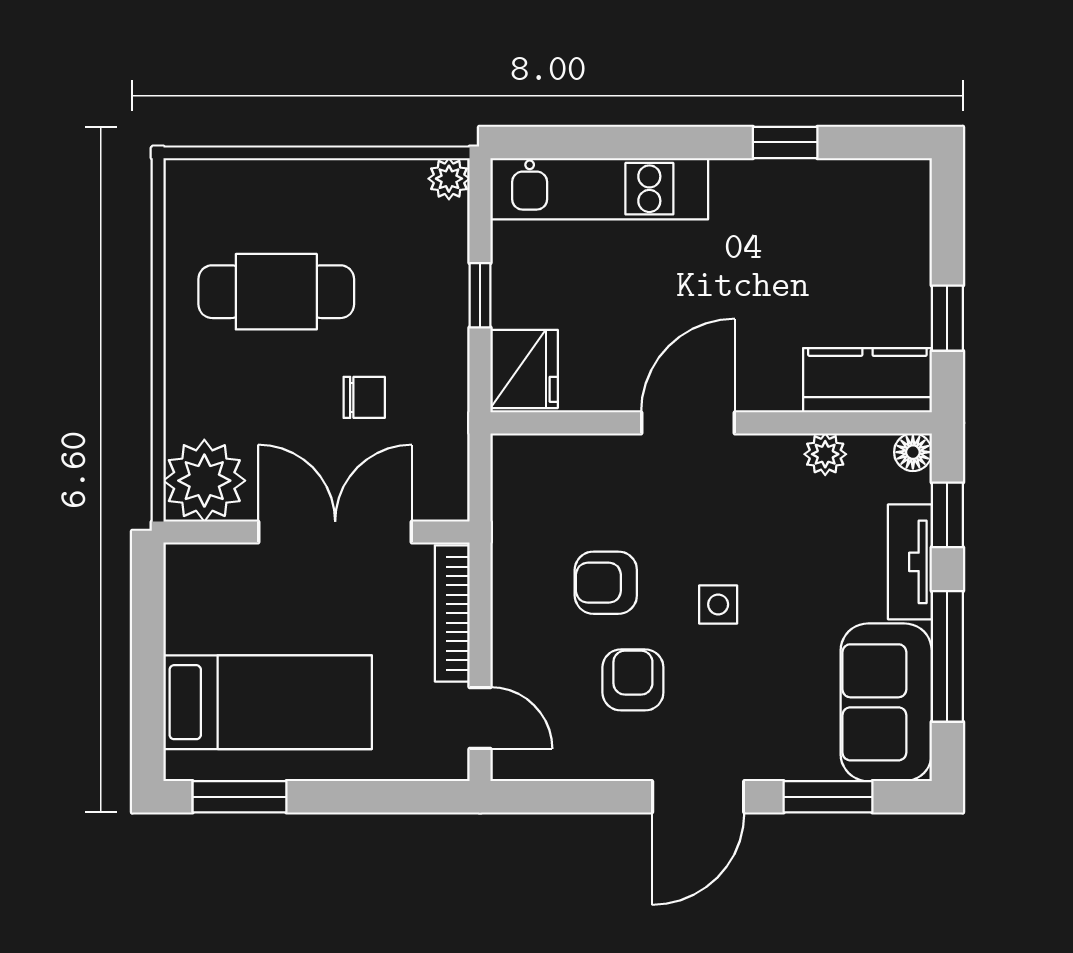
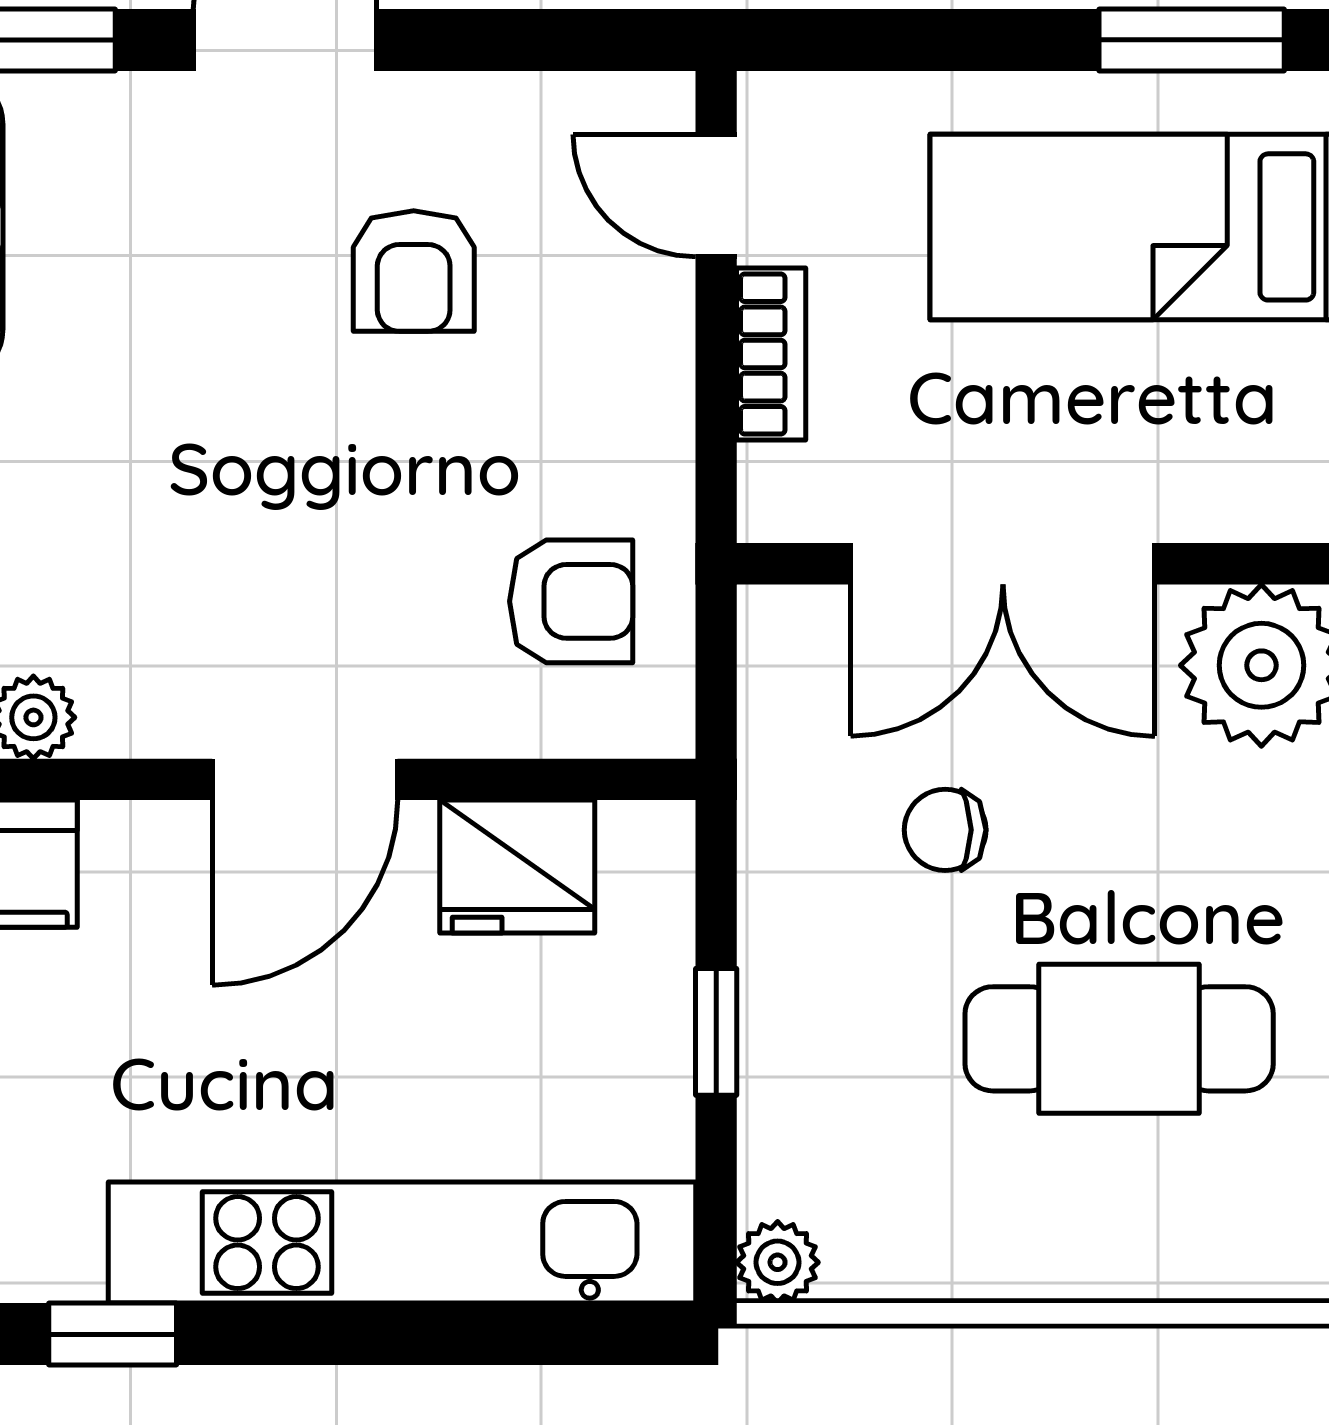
kitchen unit: (599, 189) -> (402, 1243), width x1.36
fridge: (524, 369) -> (517, 867), moved, turned -90
armchair: (606, 583) -> (571, 601), moved
side table: (718, 604) -> (245, 420), removed
bookcase: (452, 613) -> (771, 354), width x0.64

